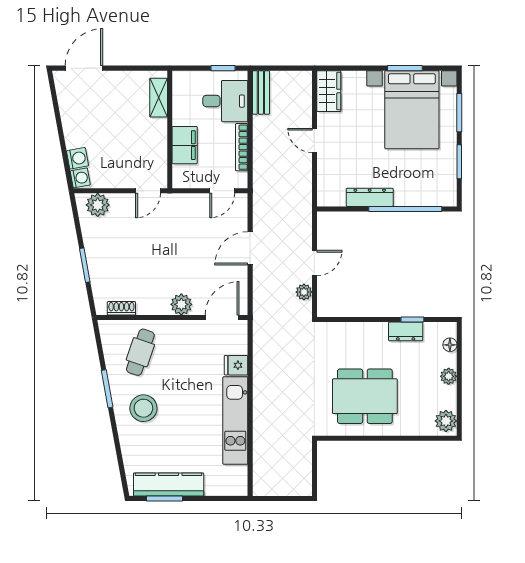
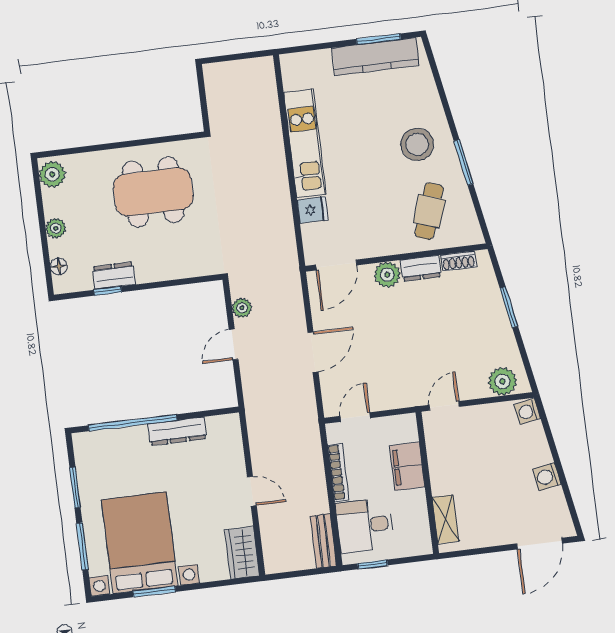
washing machine: (77, 158) -> (547, 477), moved
dresser: (153, 306) -> (421, 268), added

